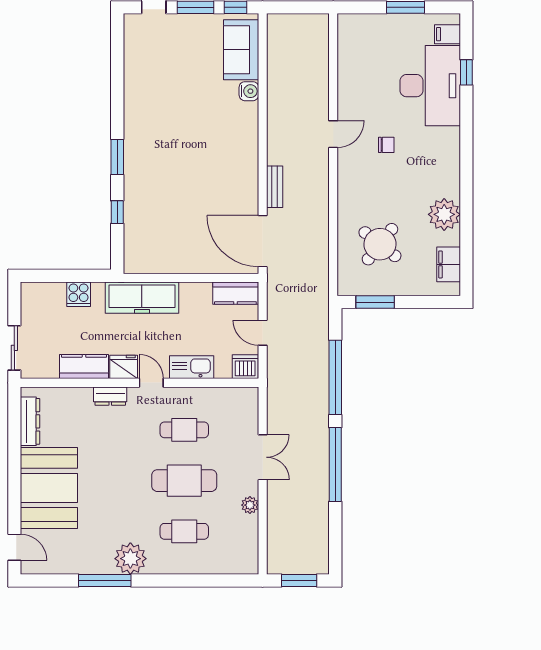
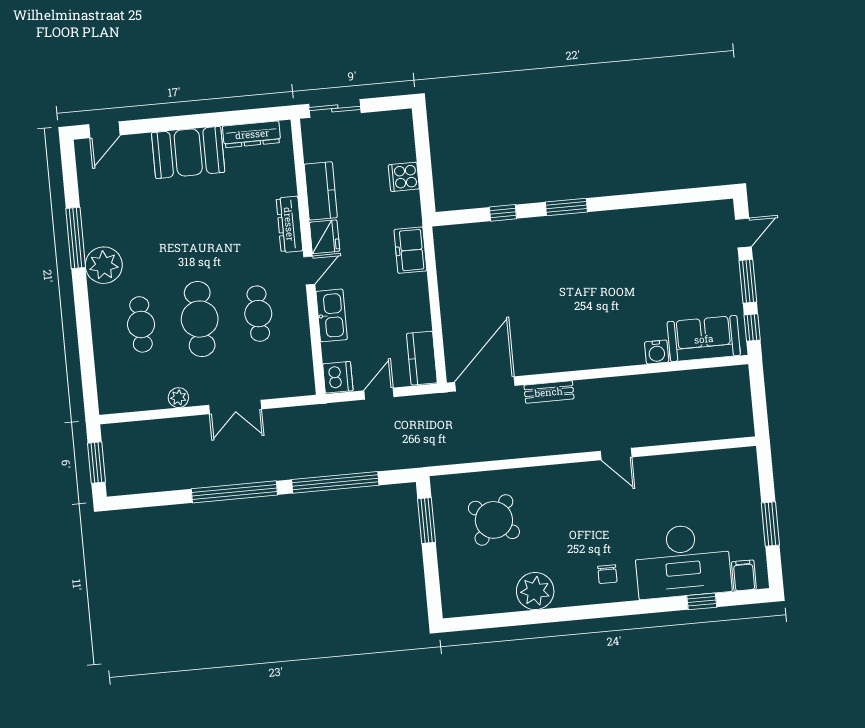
chair: (386, 145) -> (607, 574), moved
filing cabinet: (449, 264) -> (478, 601), removed
freezer: (142, 298) -> (410, 250), width x0.52, depth x0.79
dresser: (110, 396) -> (289, 224), width x1.44
booth: (49, 488) -> (188, 152), width x0.73, depth x0.70

